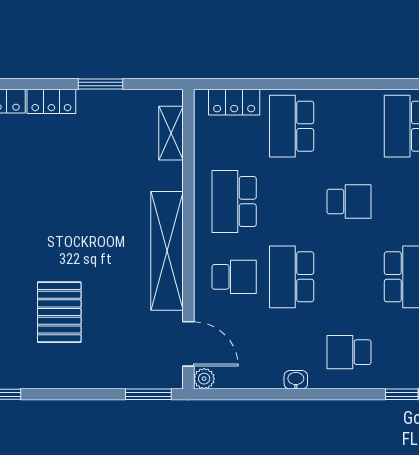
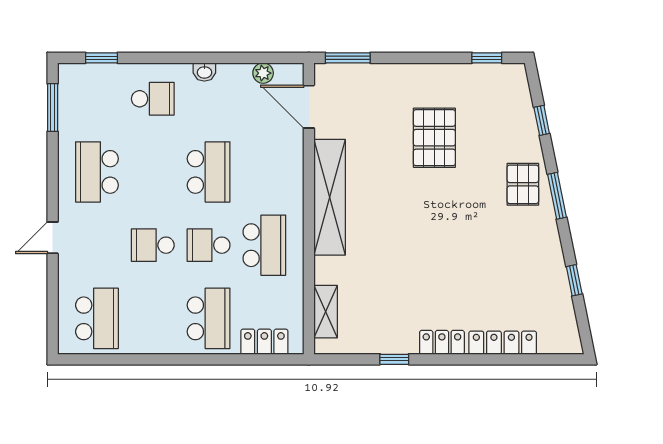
window: (100, 84) -> (394, 359), width x0.67
school desk: (234, 277) -> (209, 245), moved
plant: (204, 379) -> (263, 73), moved

